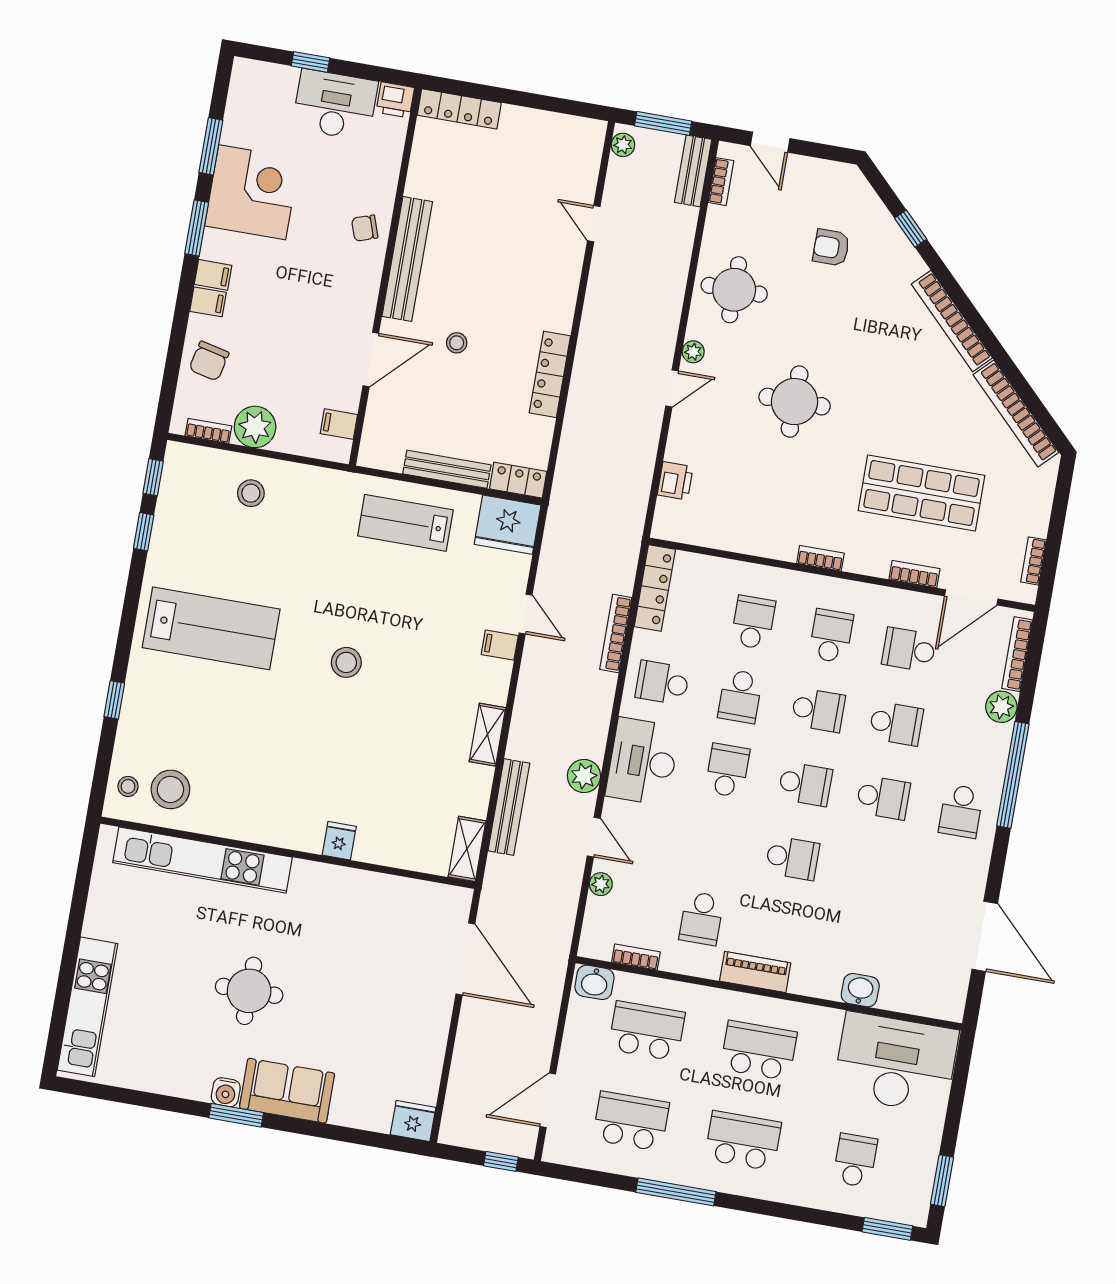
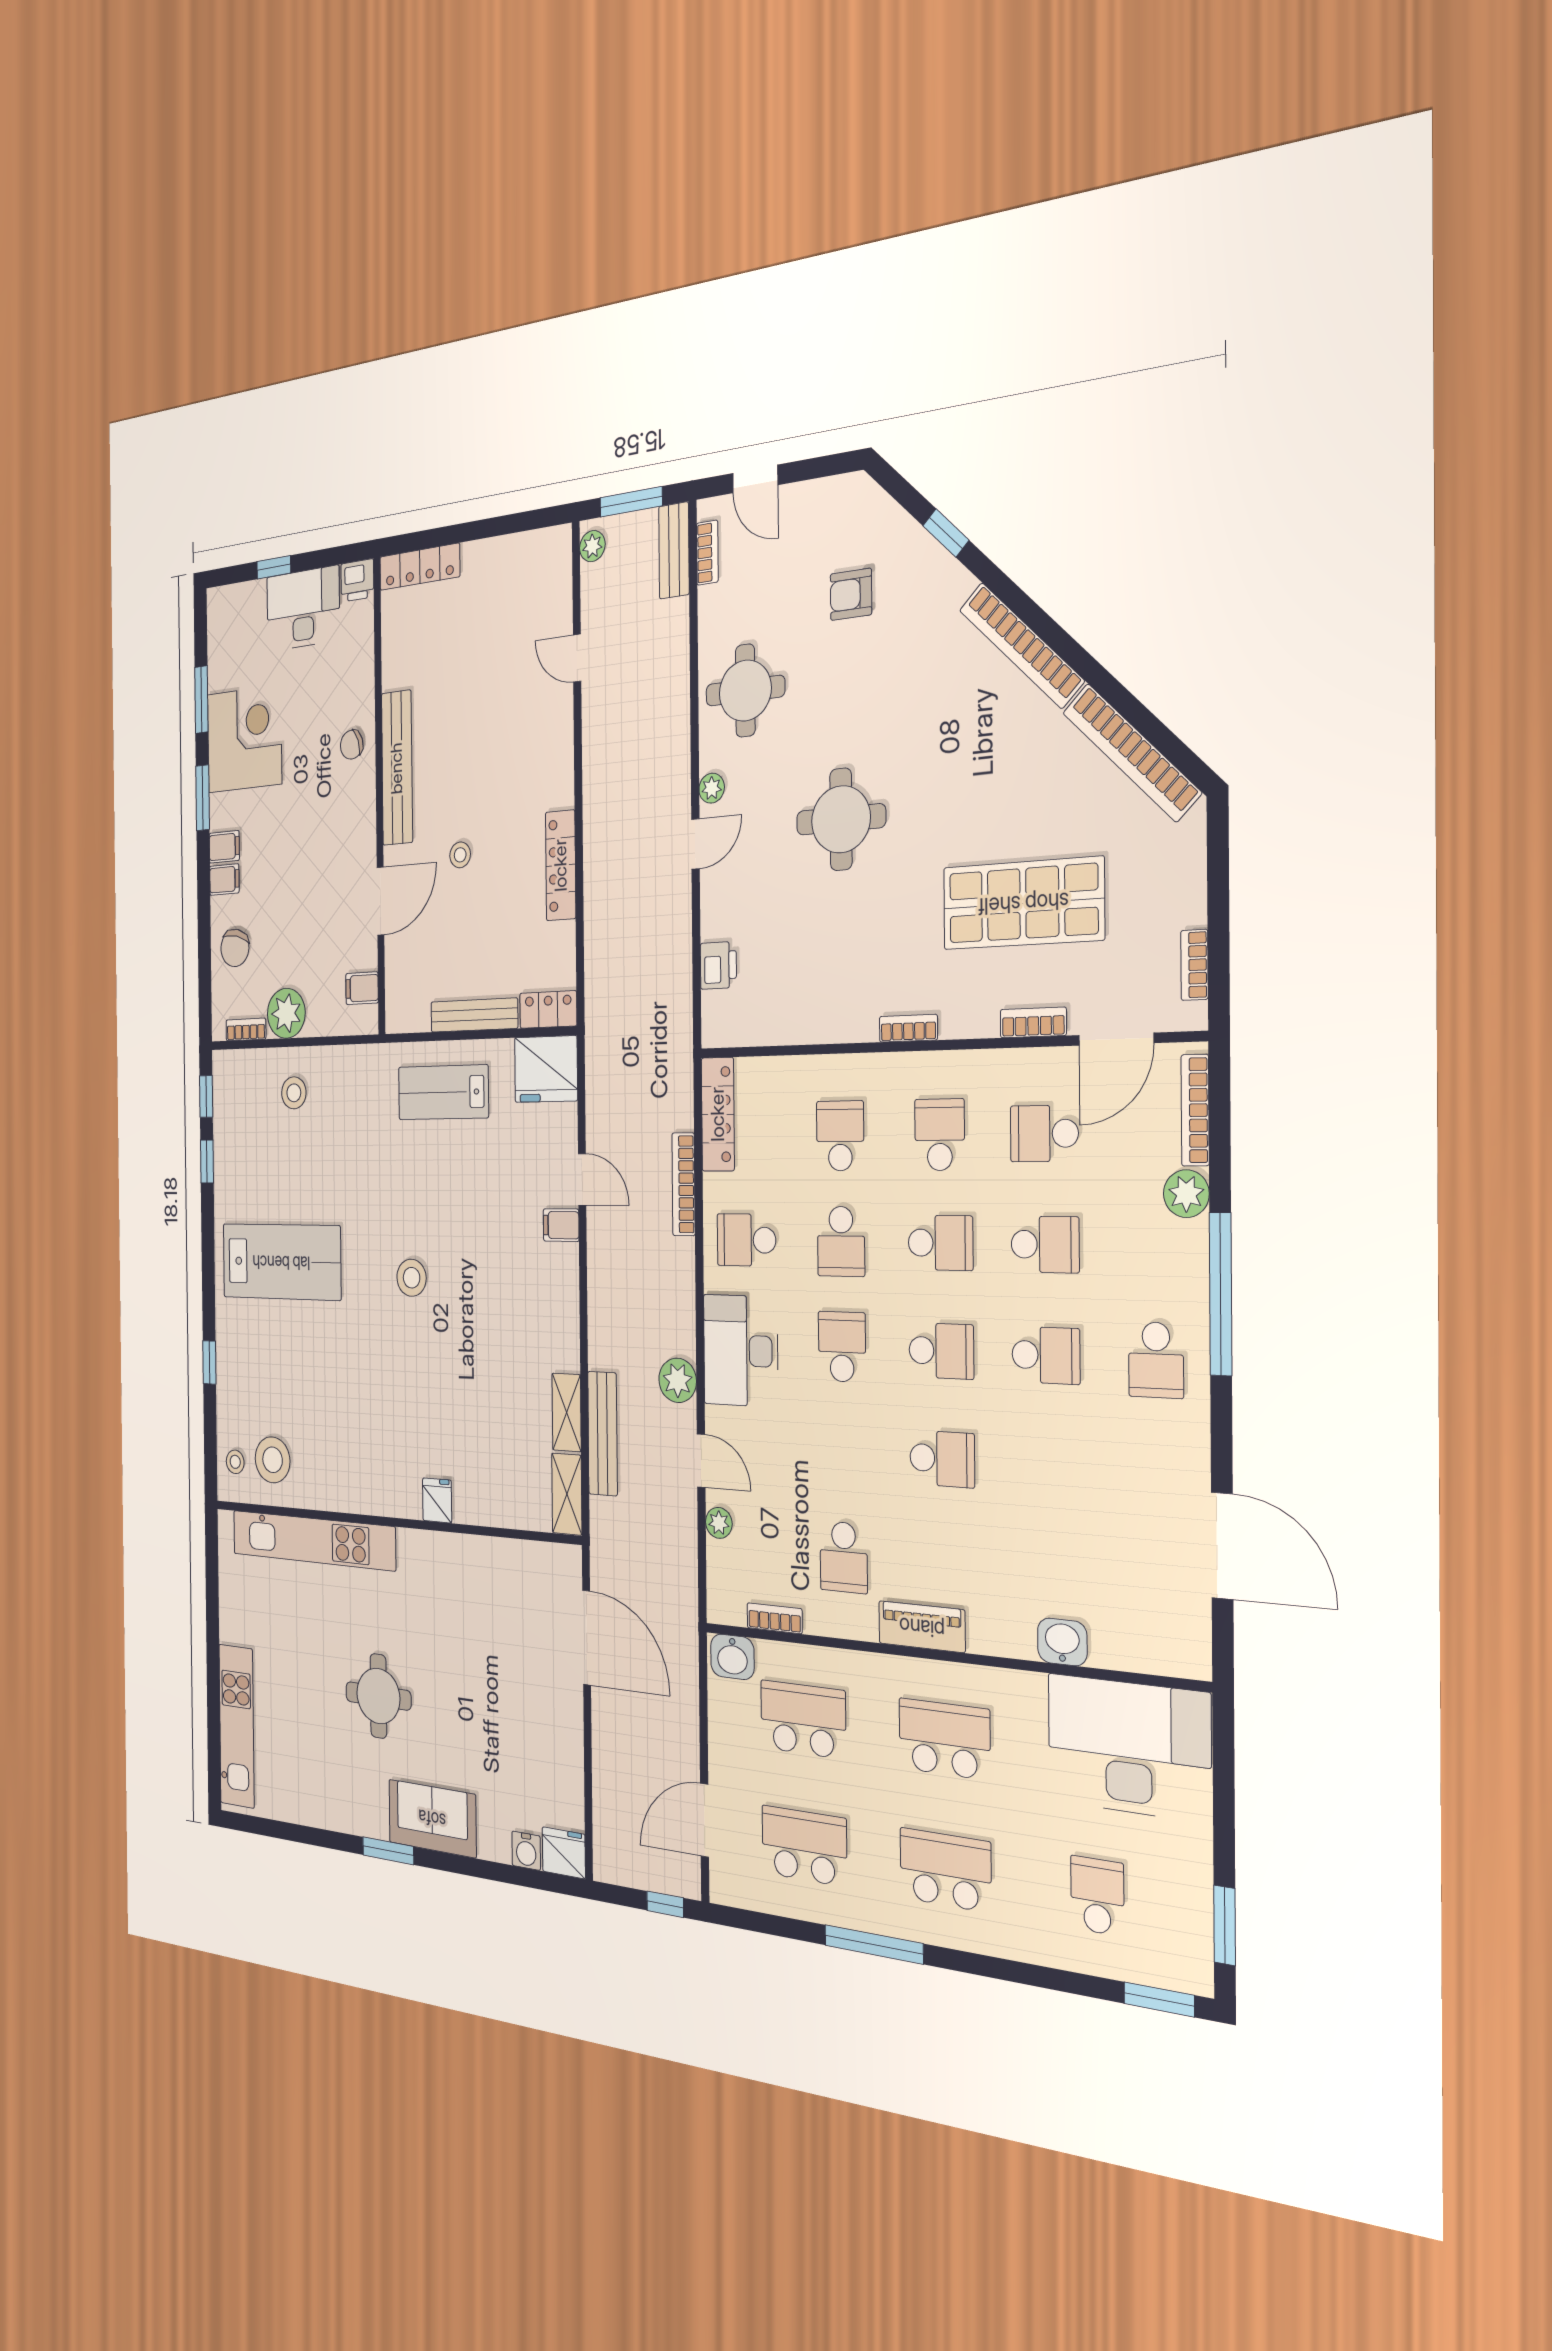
shelving: (487, 735) -> (567, 1412), moved
water cooler: (226, 1092) -> (526, 1851), moved

